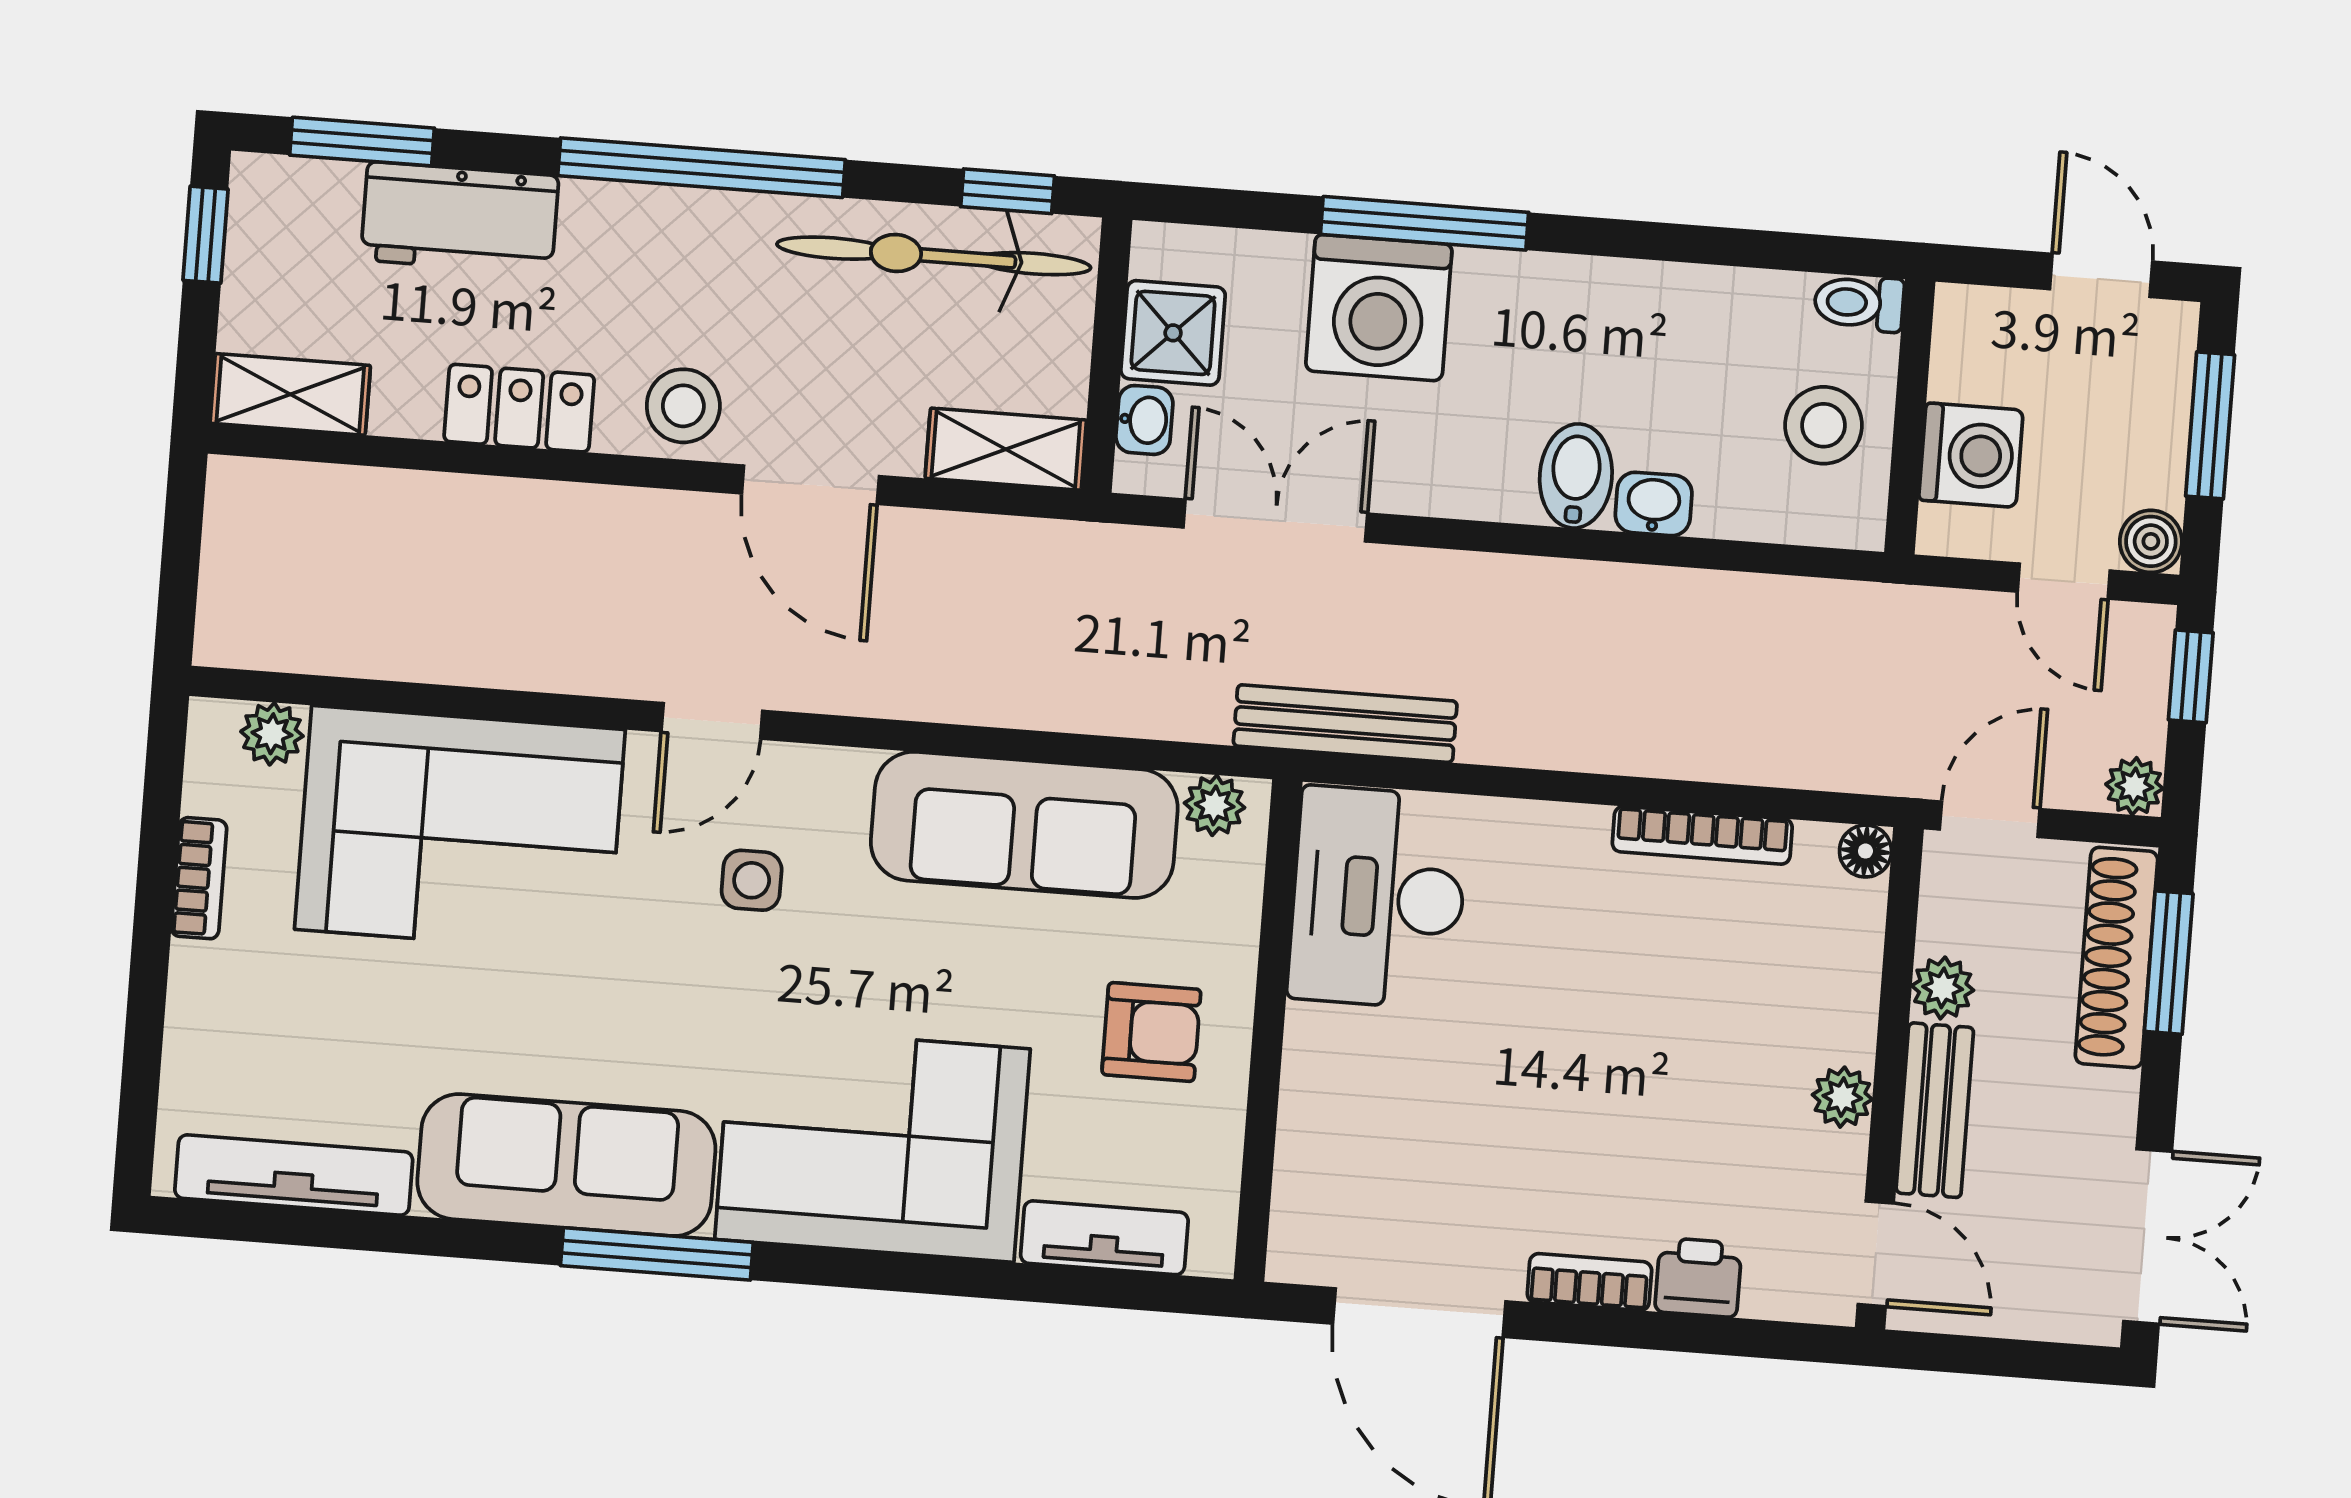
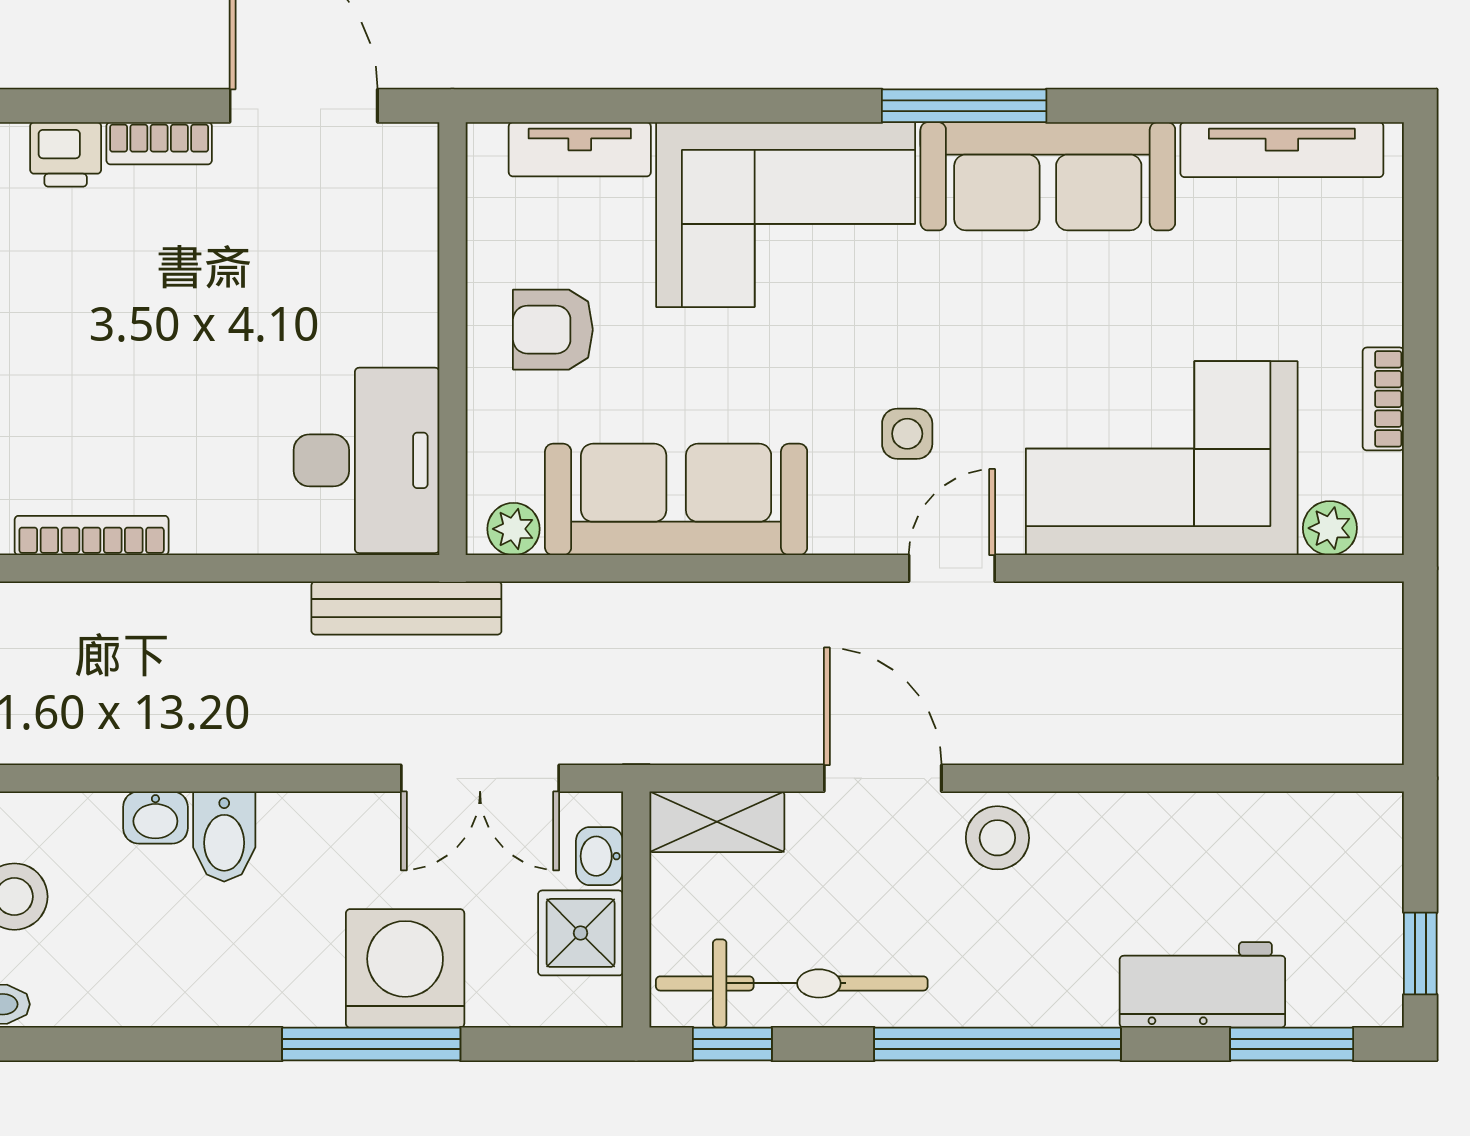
shelving: (290, 394) -> (1337, 822), removed
locker: (519, 408) -> (1139, 825), removed

